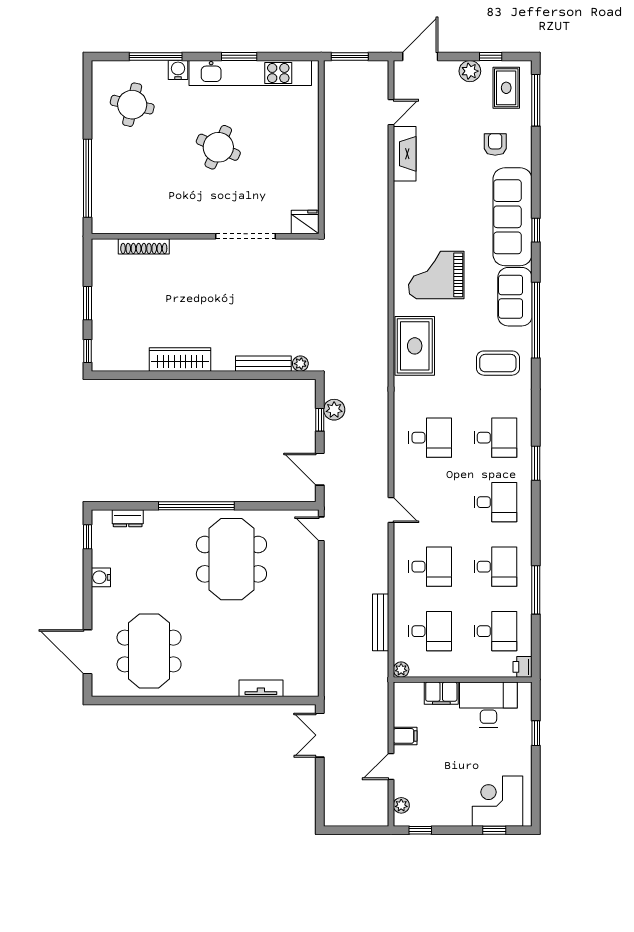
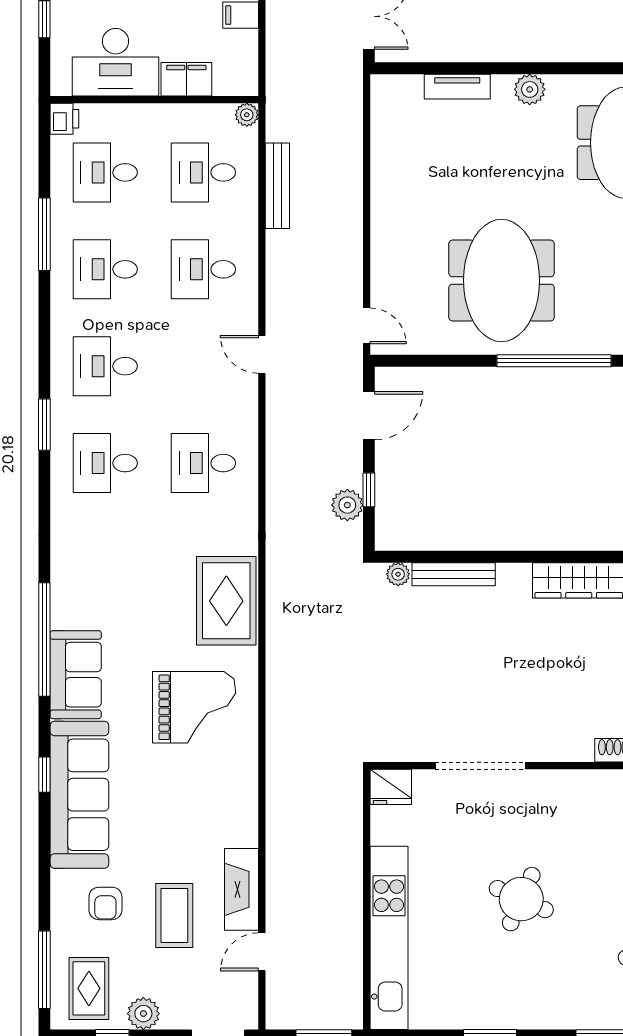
water cooler: (178, 70) -> (582, 1015), removed
kitchen unit: (250, 73) -> (389, 938), moved, turned 90
coffee table: (498, 363) -> (174, 916), moved, turned 90
door: (320, 469) -> (369, 416), hinge flipped
plant: (213, 686) -> (530, 89), added

